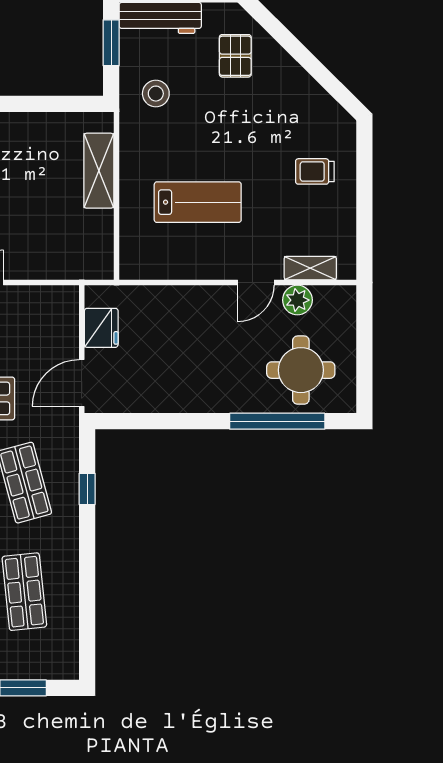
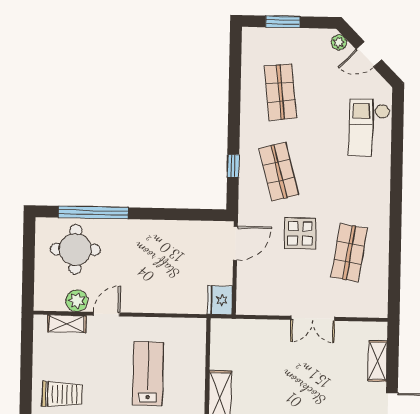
trolley: (315, 171) -> (62, 394), width x1.36, depth x1.39
lab bench: (198, 202) -> (148, 374), turned 90
fridge: (101, 328) -> (220, 300), moved

